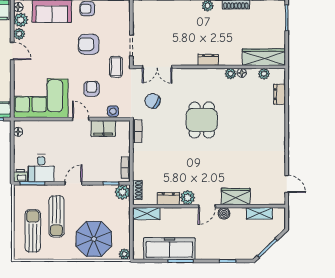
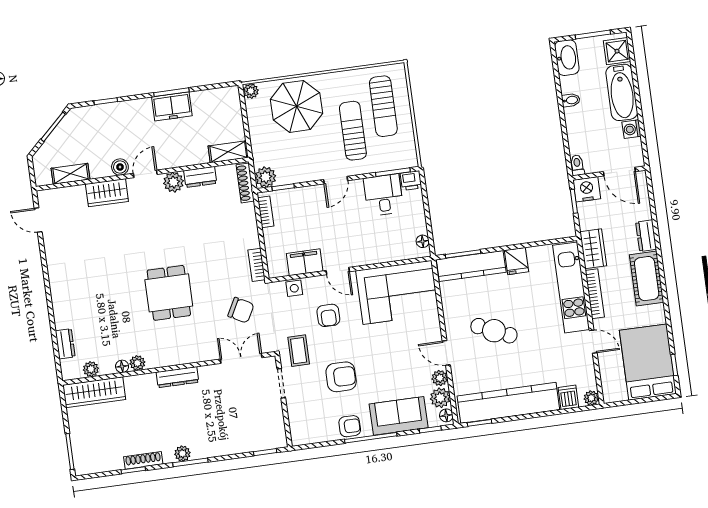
dresser: (208, 60) -> (177, 377), width x1.44
shoe rack: (137, 190) -> (245, 183), width x1.43
freezer: (169, 249) -> (172, 106), width x0.52, depth x0.79

